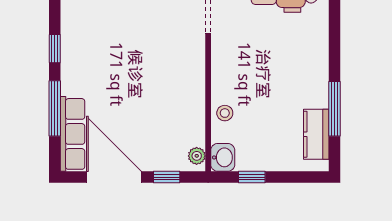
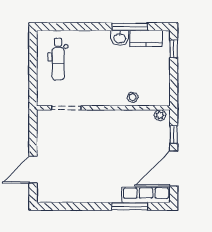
window: (55, 49) -> (91, 206), removed
washbasin: (223, 157) -> (120, 38), moved, turned 180
window: (252, 177) -> (174, 49), moved

